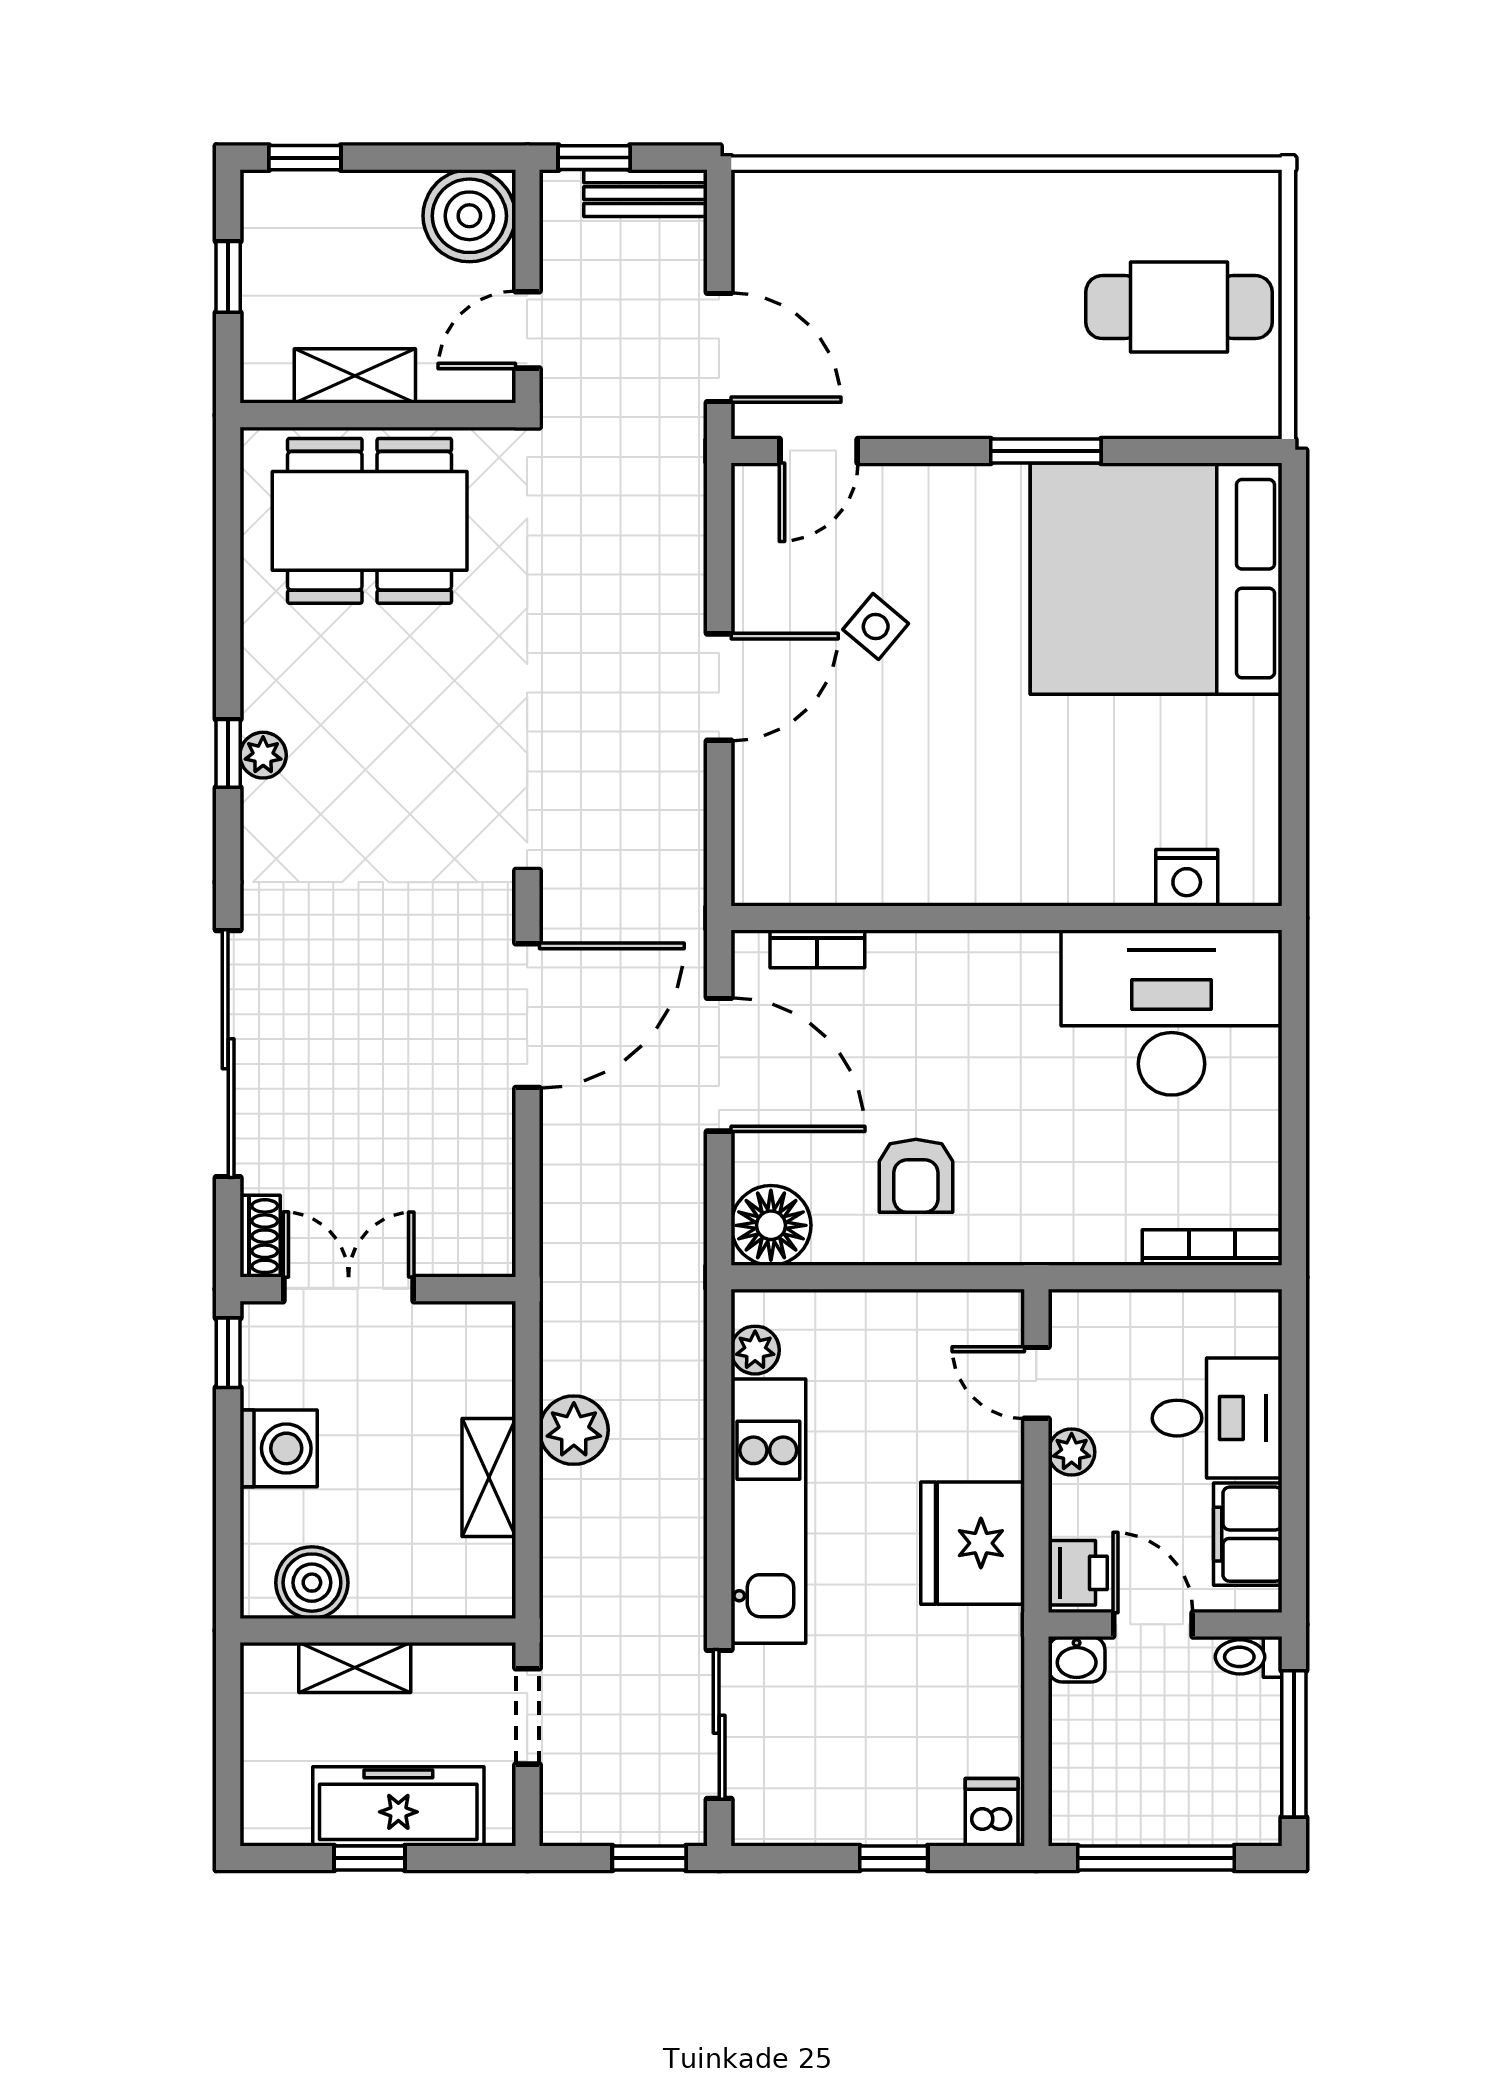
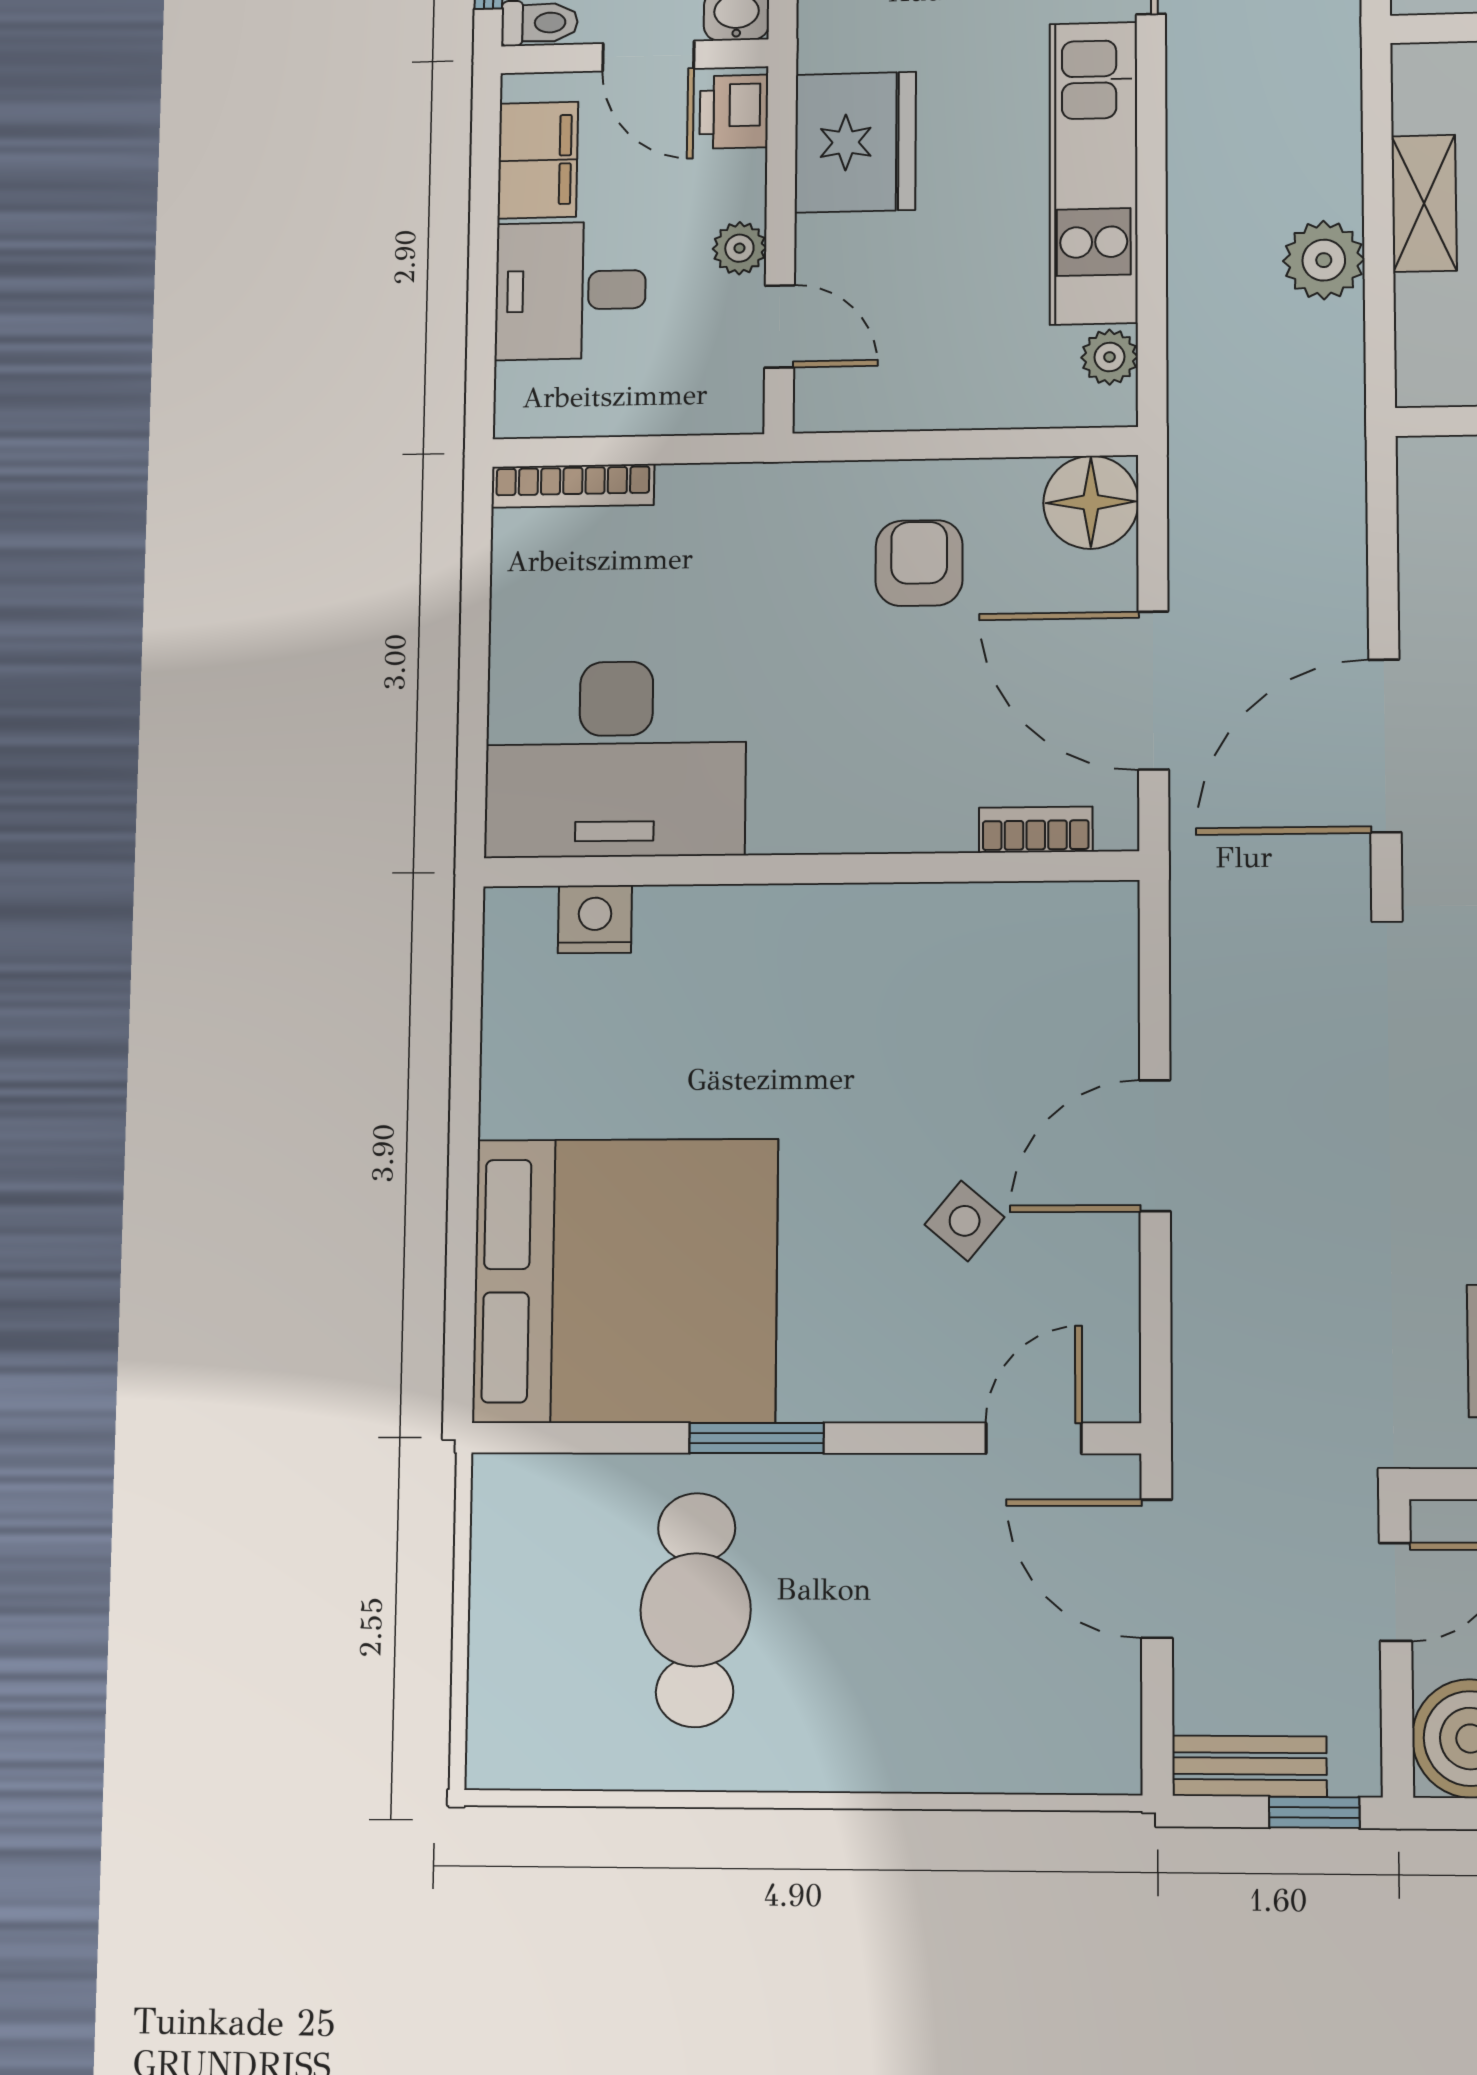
cafe table: (1179, 307) -> (696, 1610), moved, turned 90

